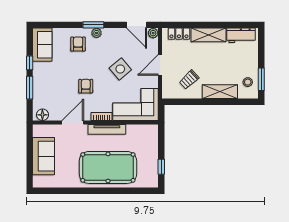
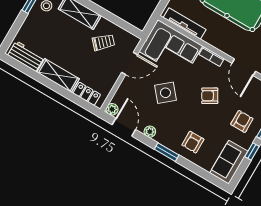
plant: (97, 33) -> (150, 132), moved
door: (160, 65) -> (130, 64), moved
armchair: (50, 81) -> (242, 121), added
armchair: (86, 86) -> (210, 96), turned 60
door: (73, 122) -> (244, 67), hinge flipped
tv unit: (107, 129) -> (185, 24), moved

